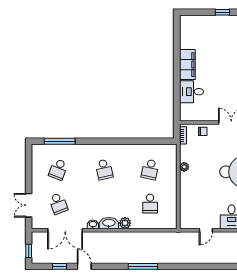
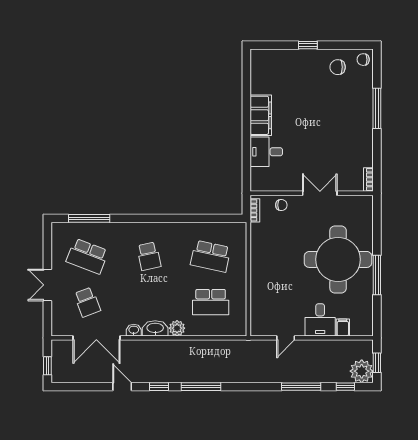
plant: (184, 167) -> (256, 253), removed
school desk: (58, 169) -> (87, 256), width x1.85
school desk: (150, 169) -> (211, 256), width x1.85
school desk: (150, 204) -> (211, 302), width x1.85
double door: (29, 205) -> (47, 285), moved
window: (60, 266) -> (159, 387), moved
window: (217, 266) -> (301, 387), added

